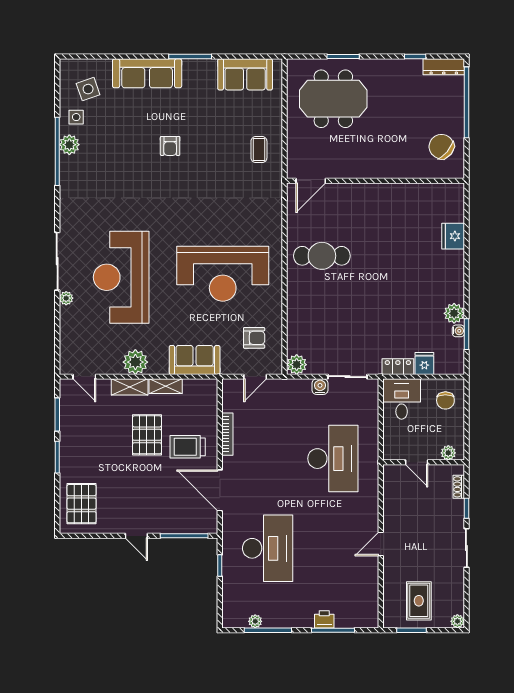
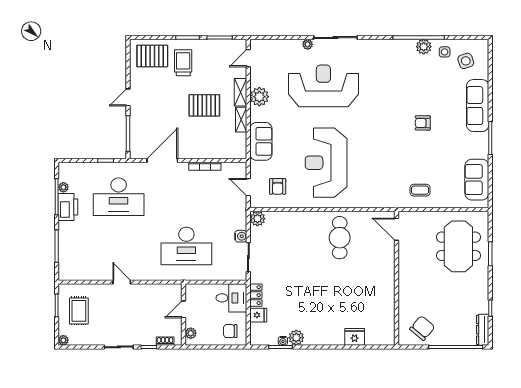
trolley: (188, 447) -> (183, 63), moved
rug: (419, 601) -> (79, 311), turned 90
printer: (324, 619) -> (68, 207), moved, width x1.87, depth x1.48

